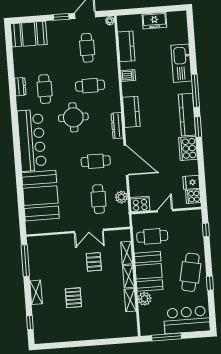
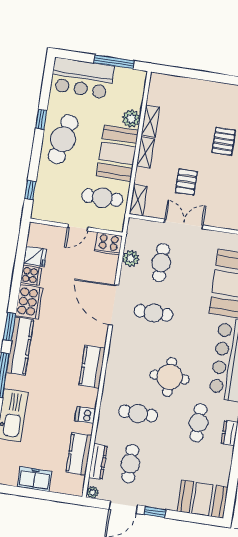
dresser: (117, 126) -> (98, 462), moved
cooker: (193, 196) -> (31, 275), moved
shelving: (127, 253) -> (138, 200), moved

